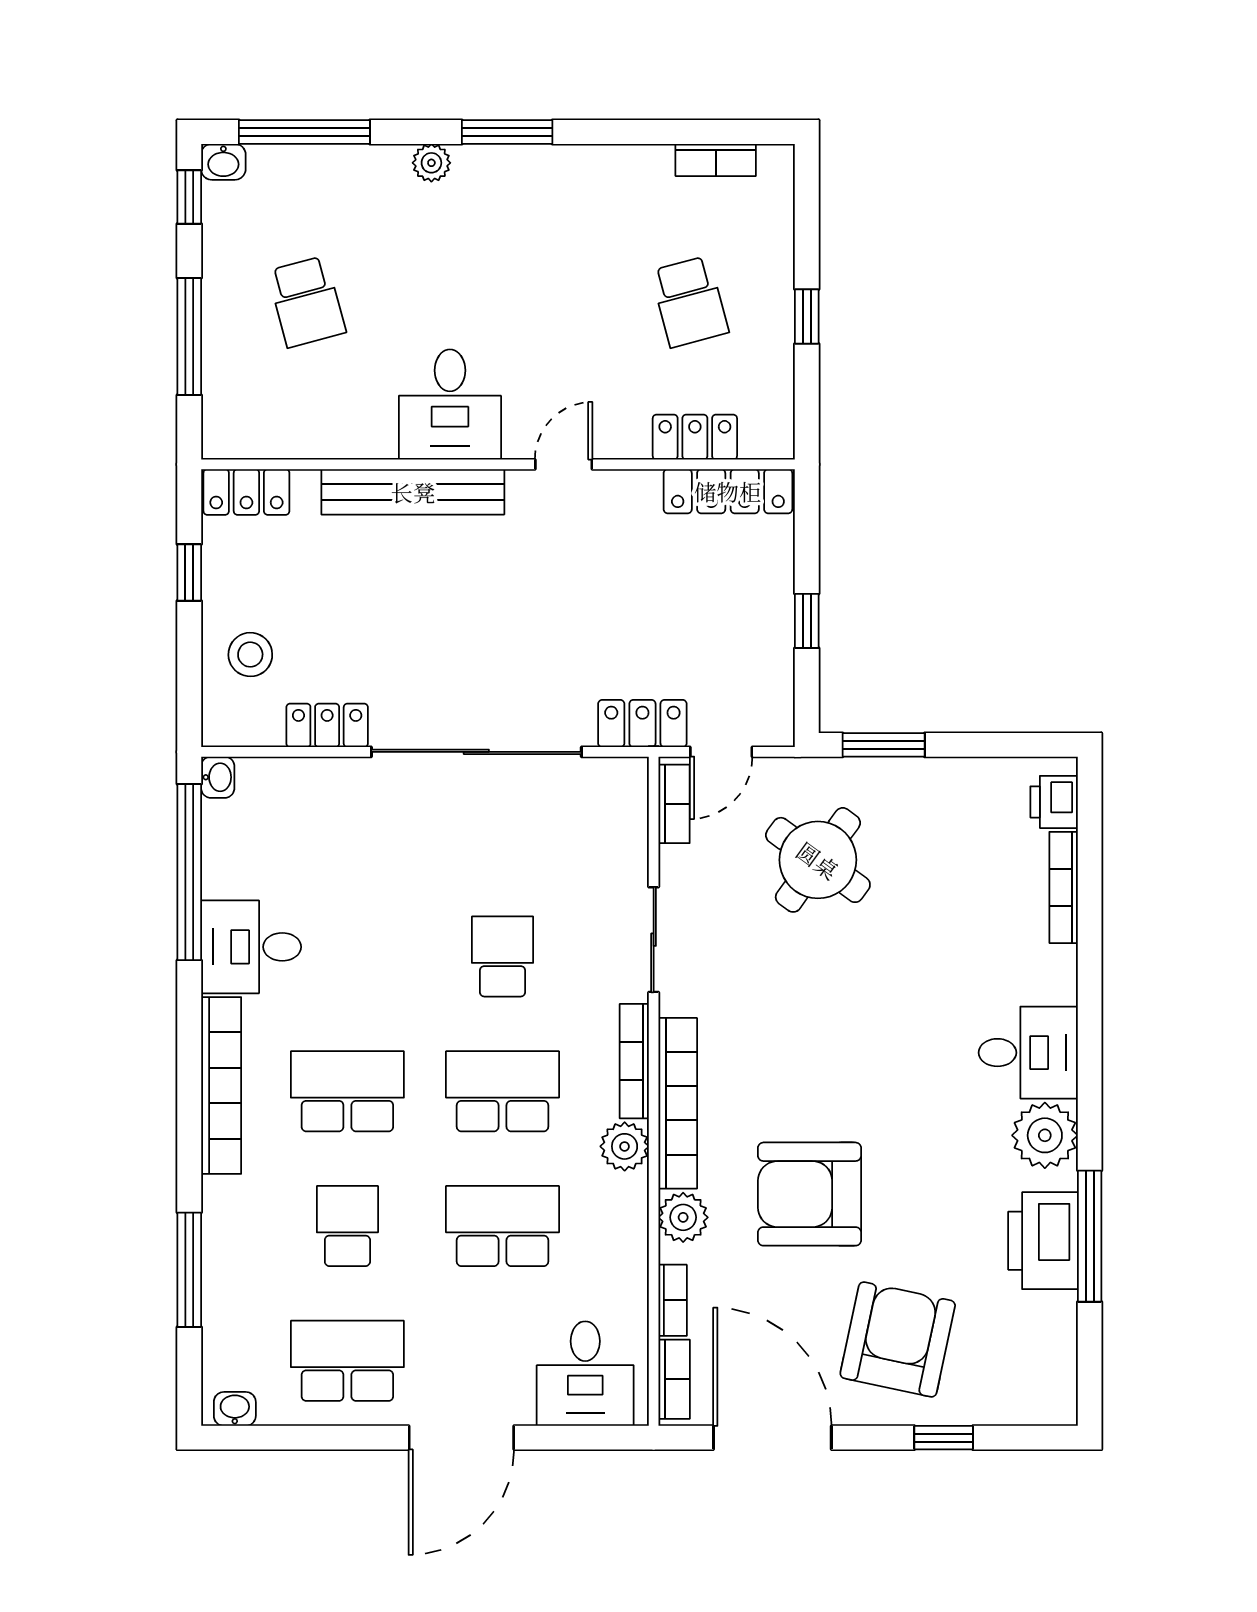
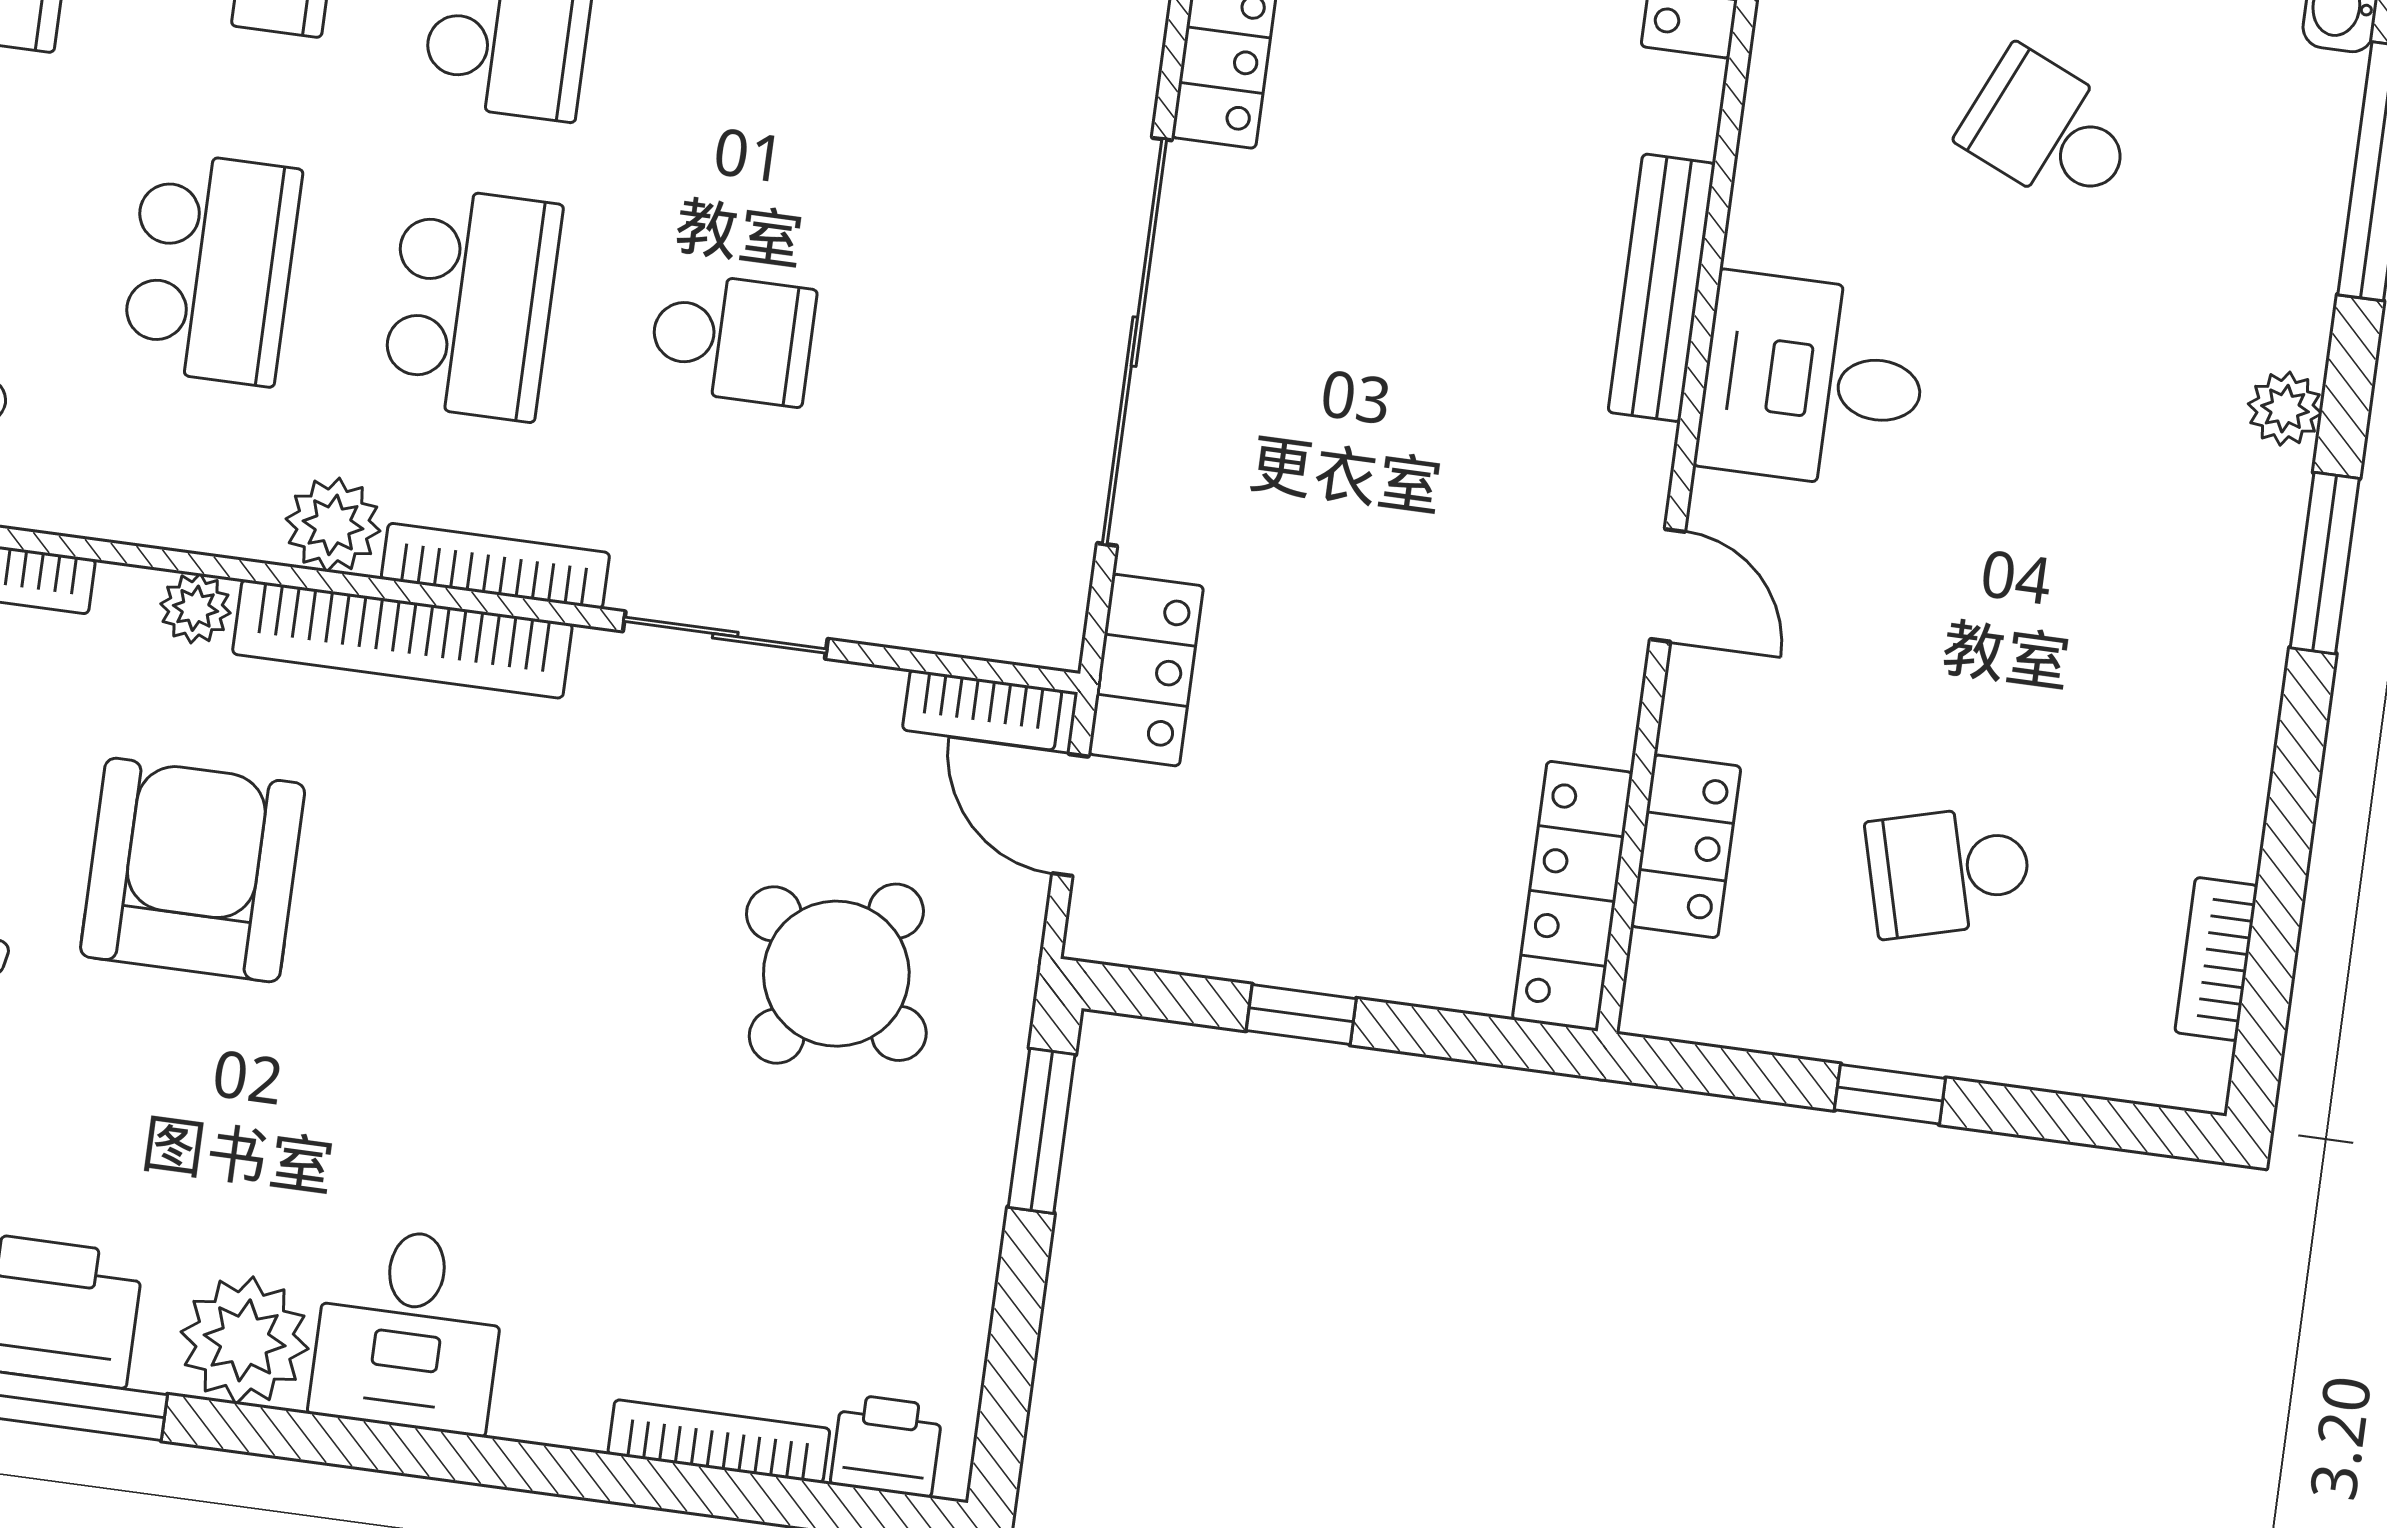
school desk: (307, 302) -> (2049, 131), turned 39
bench: (413, 492) -> (1662, 288), width x0.73, depth x0.82
plant: (683, 1217) -> (195, 608), width x0.73, depth x0.73

